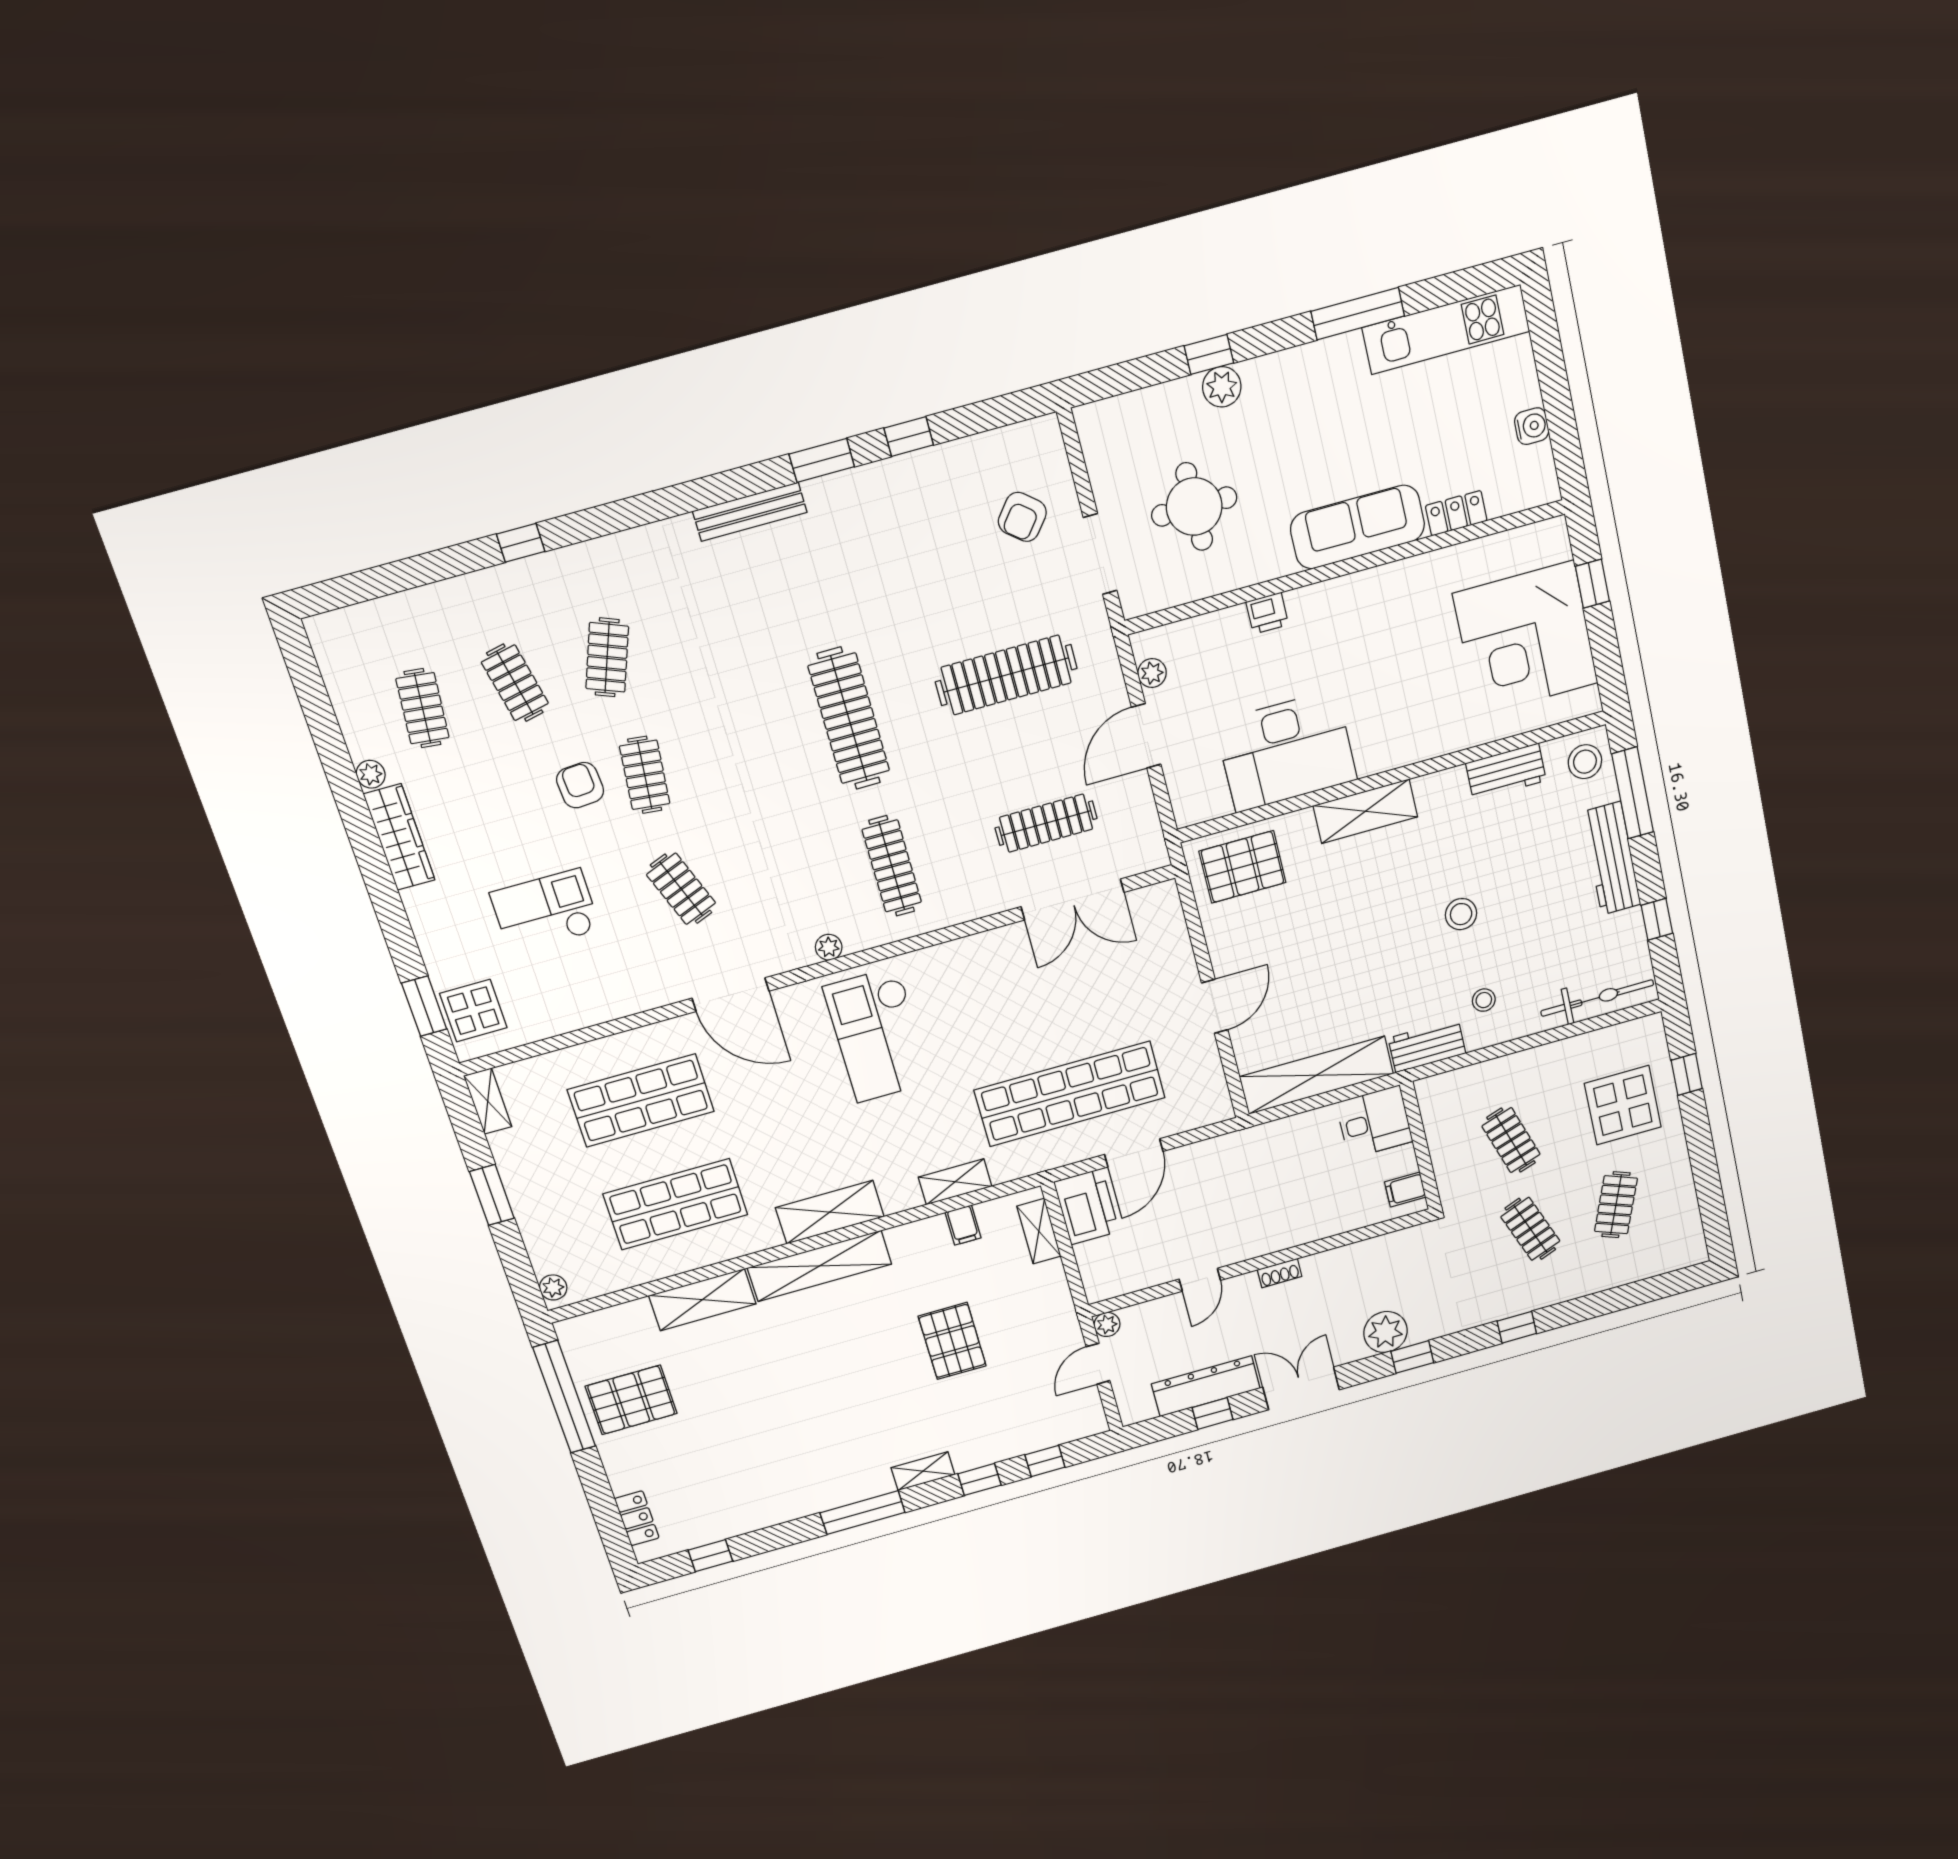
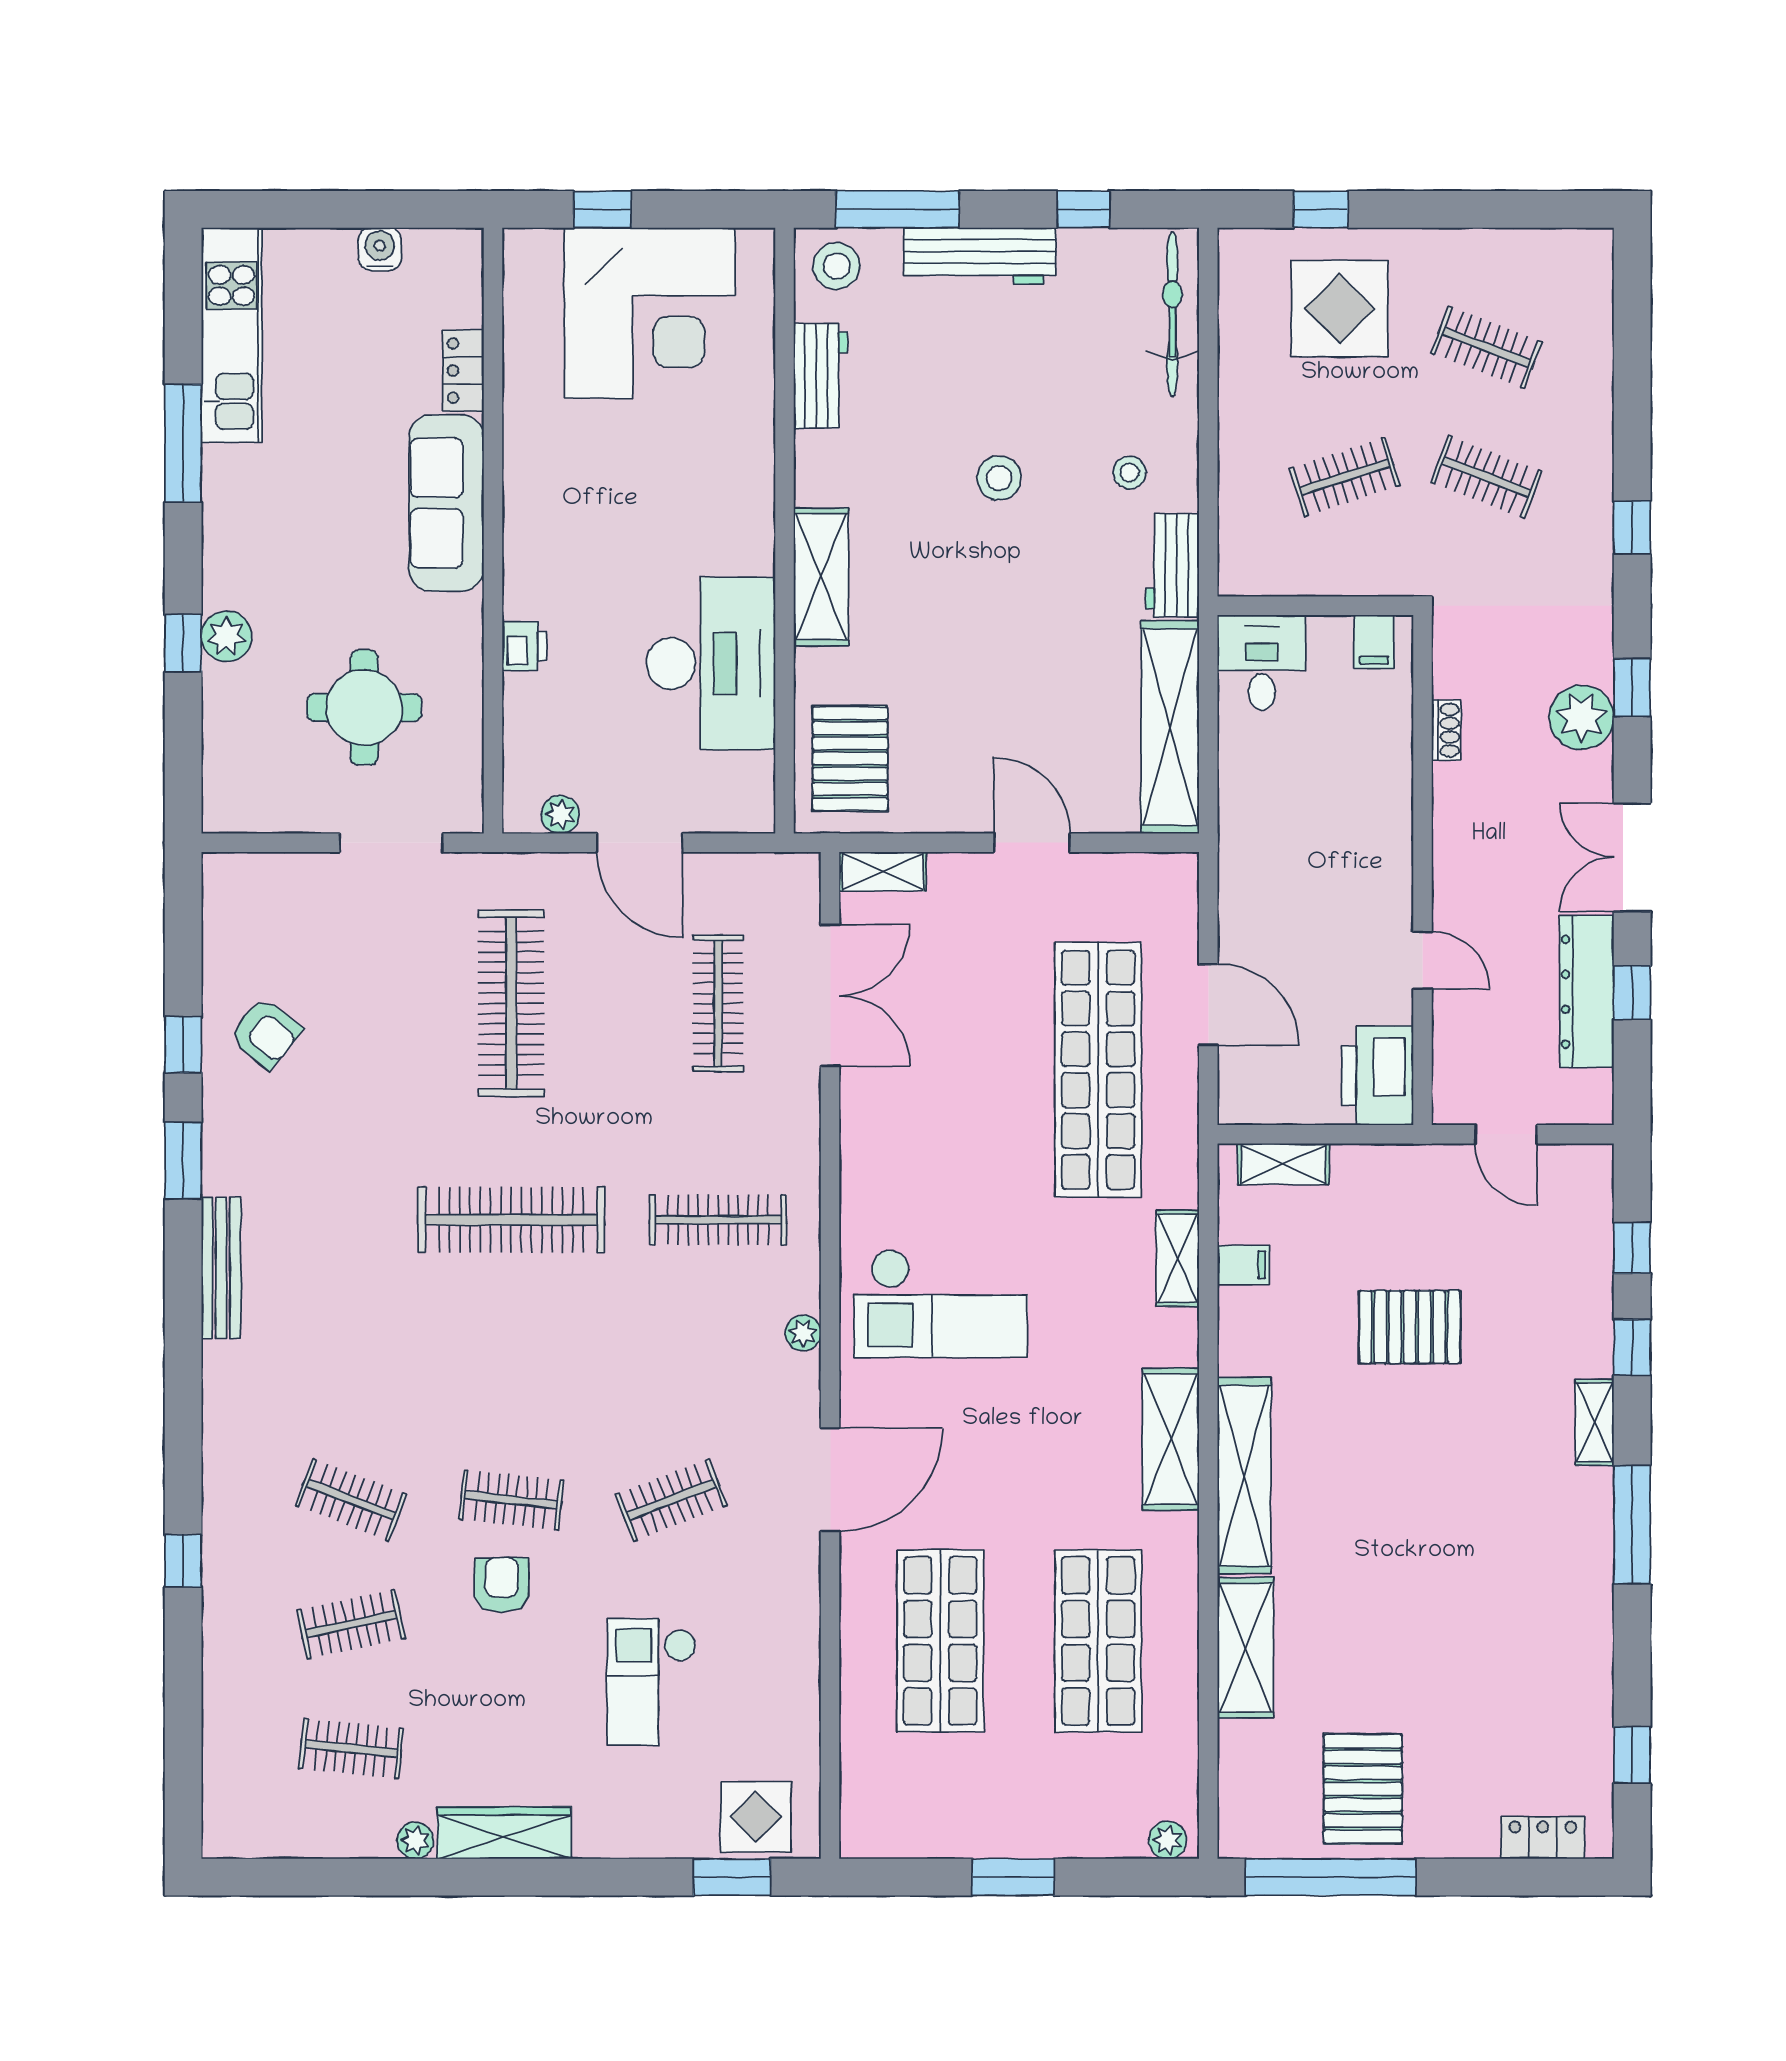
armchair: (1022, 517) -> (266, 1033), moved
armchair: (580, 785) -> (502, 1585), turned 94
shelving: (488, 1101) -> (883, 871), moved
printer: (1086, 1207) -> (1378, 1076), moved, turned -90
clothes rail: (1530, 1229) -> (1486, 477), turned 42
shoe rack: (1280, 1273) -> (1446, 730), moved
plant: (1107, 1324) -> (1450, 1107), removed

